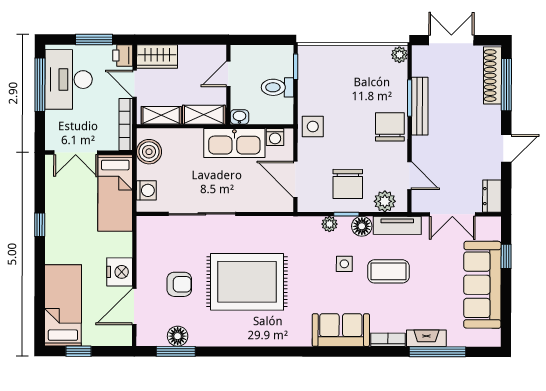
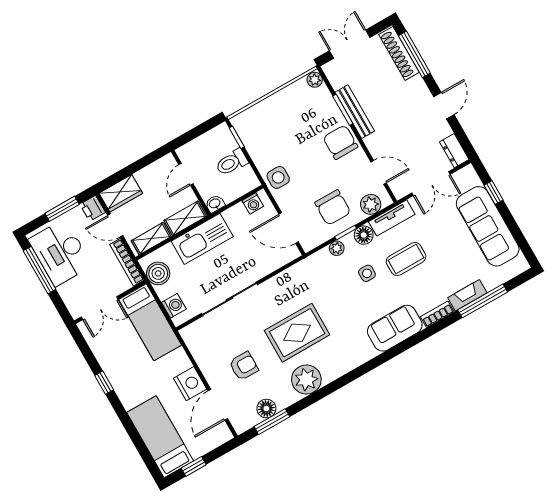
kitchen sink: (234, 143) -> (202, 239), moved
rug: (247, 282) -> (297, 333), width x0.73, depth x0.69
plant: (231, 331) -> (306, 380), added

